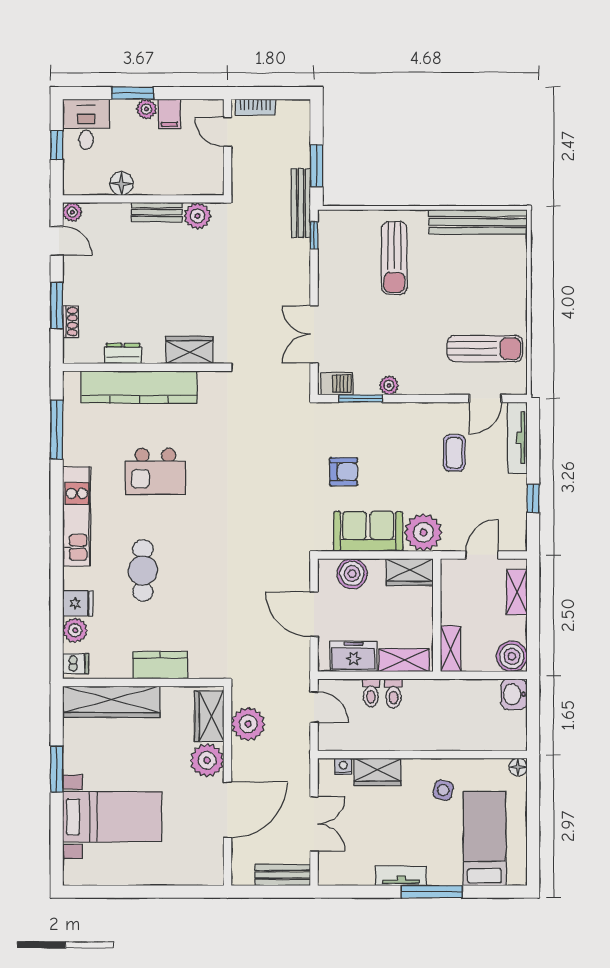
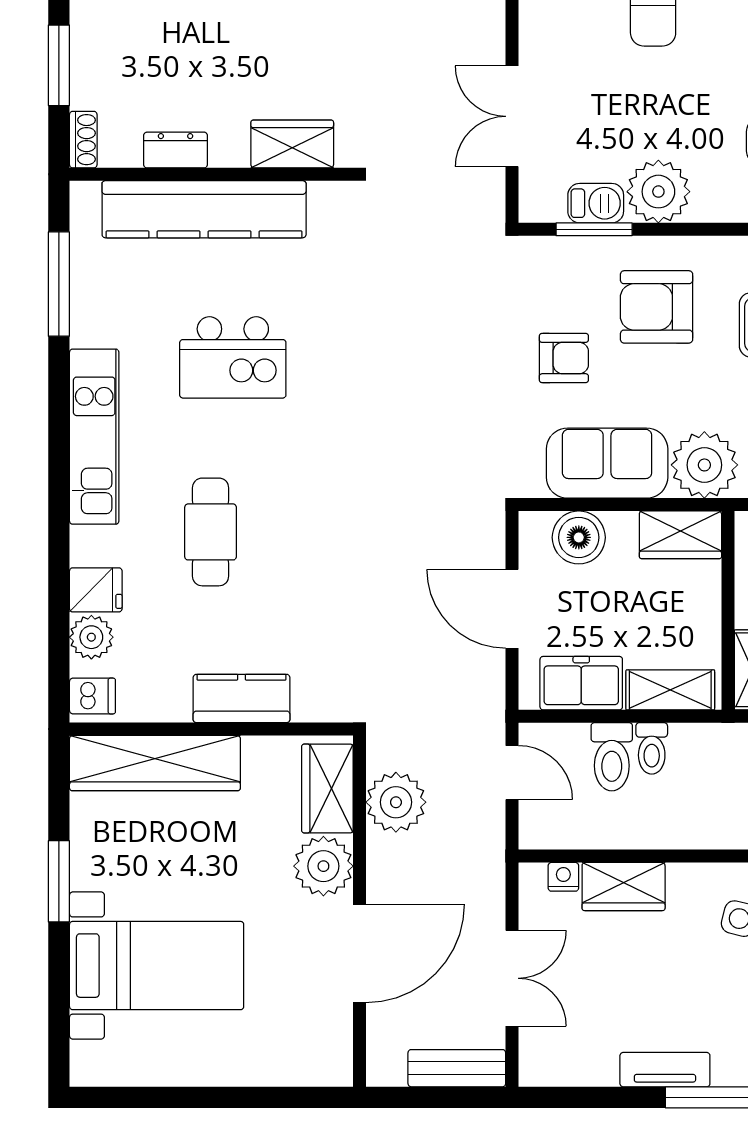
shoe rack: (71, 322) -> (83, 140), moved
barbecue: (337, 384) -> (596, 203), moved
plant: (389, 385) -> (658, 192), width x1.87, depth x1.87
armchair: (396, 443) -> (657, 307), added
toilet: (371, 693) -> (612, 757), width x1.37, depth x1.39

